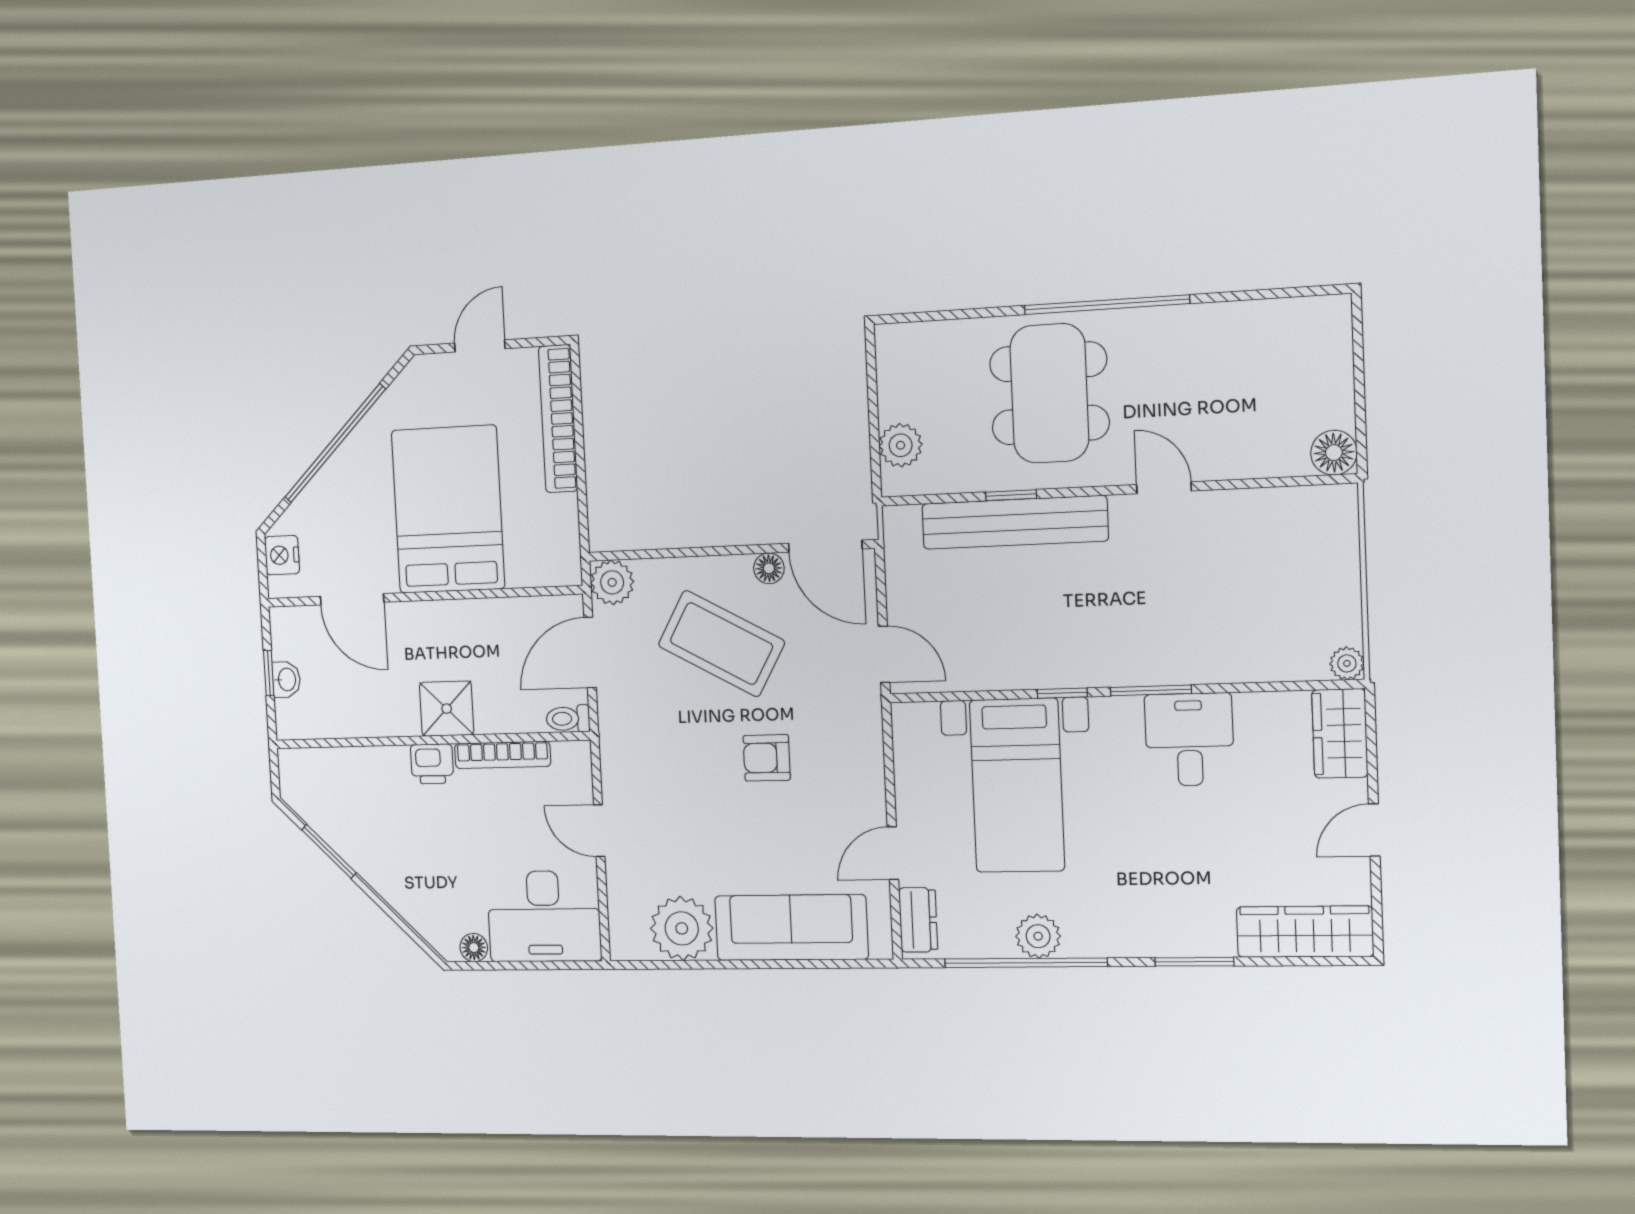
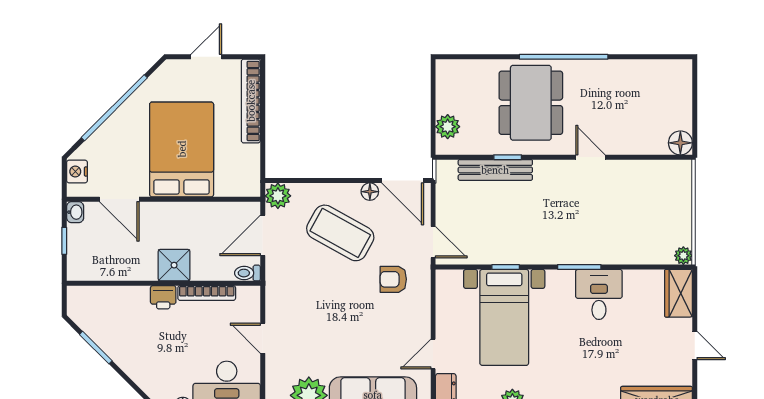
bench: (1015, 522) -> (495, 170), width x0.73, depth x0.82
washbasin: (286, 680) -> (75, 212), moved
window: (1062, 693) -> (506, 267), moved
armchair: (767, 758) -> (393, 279), moved
door: (1374, 830) -> (695, 346), swing flipped

